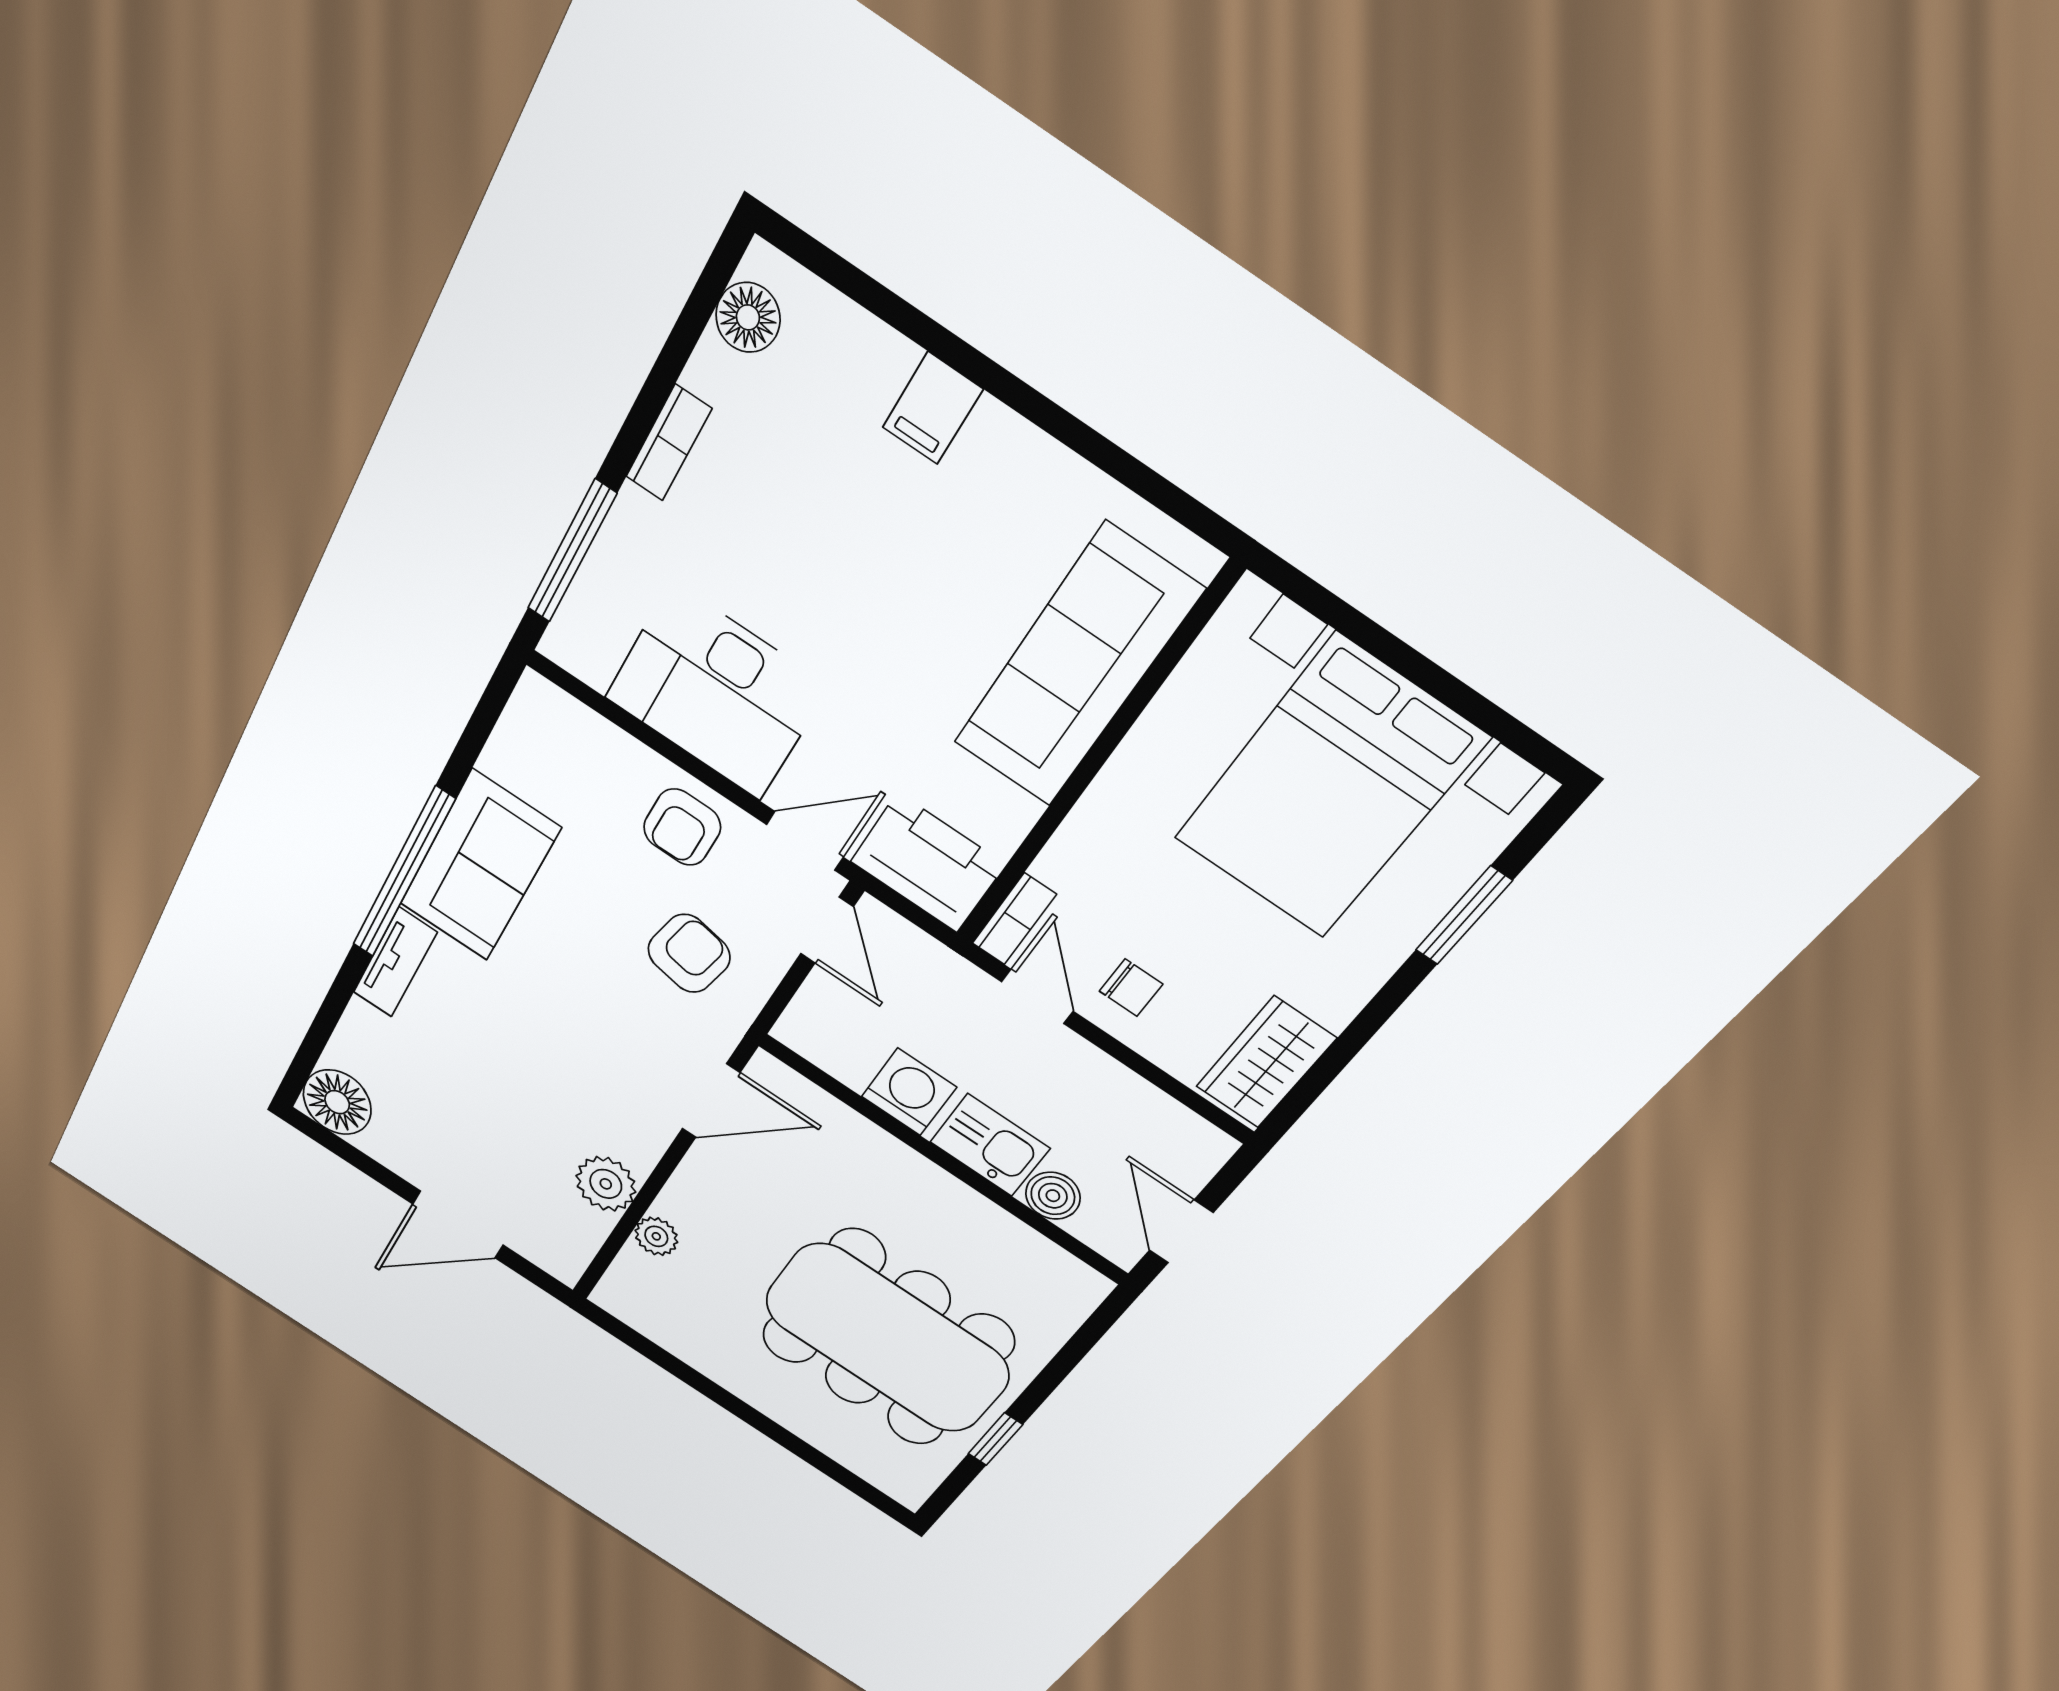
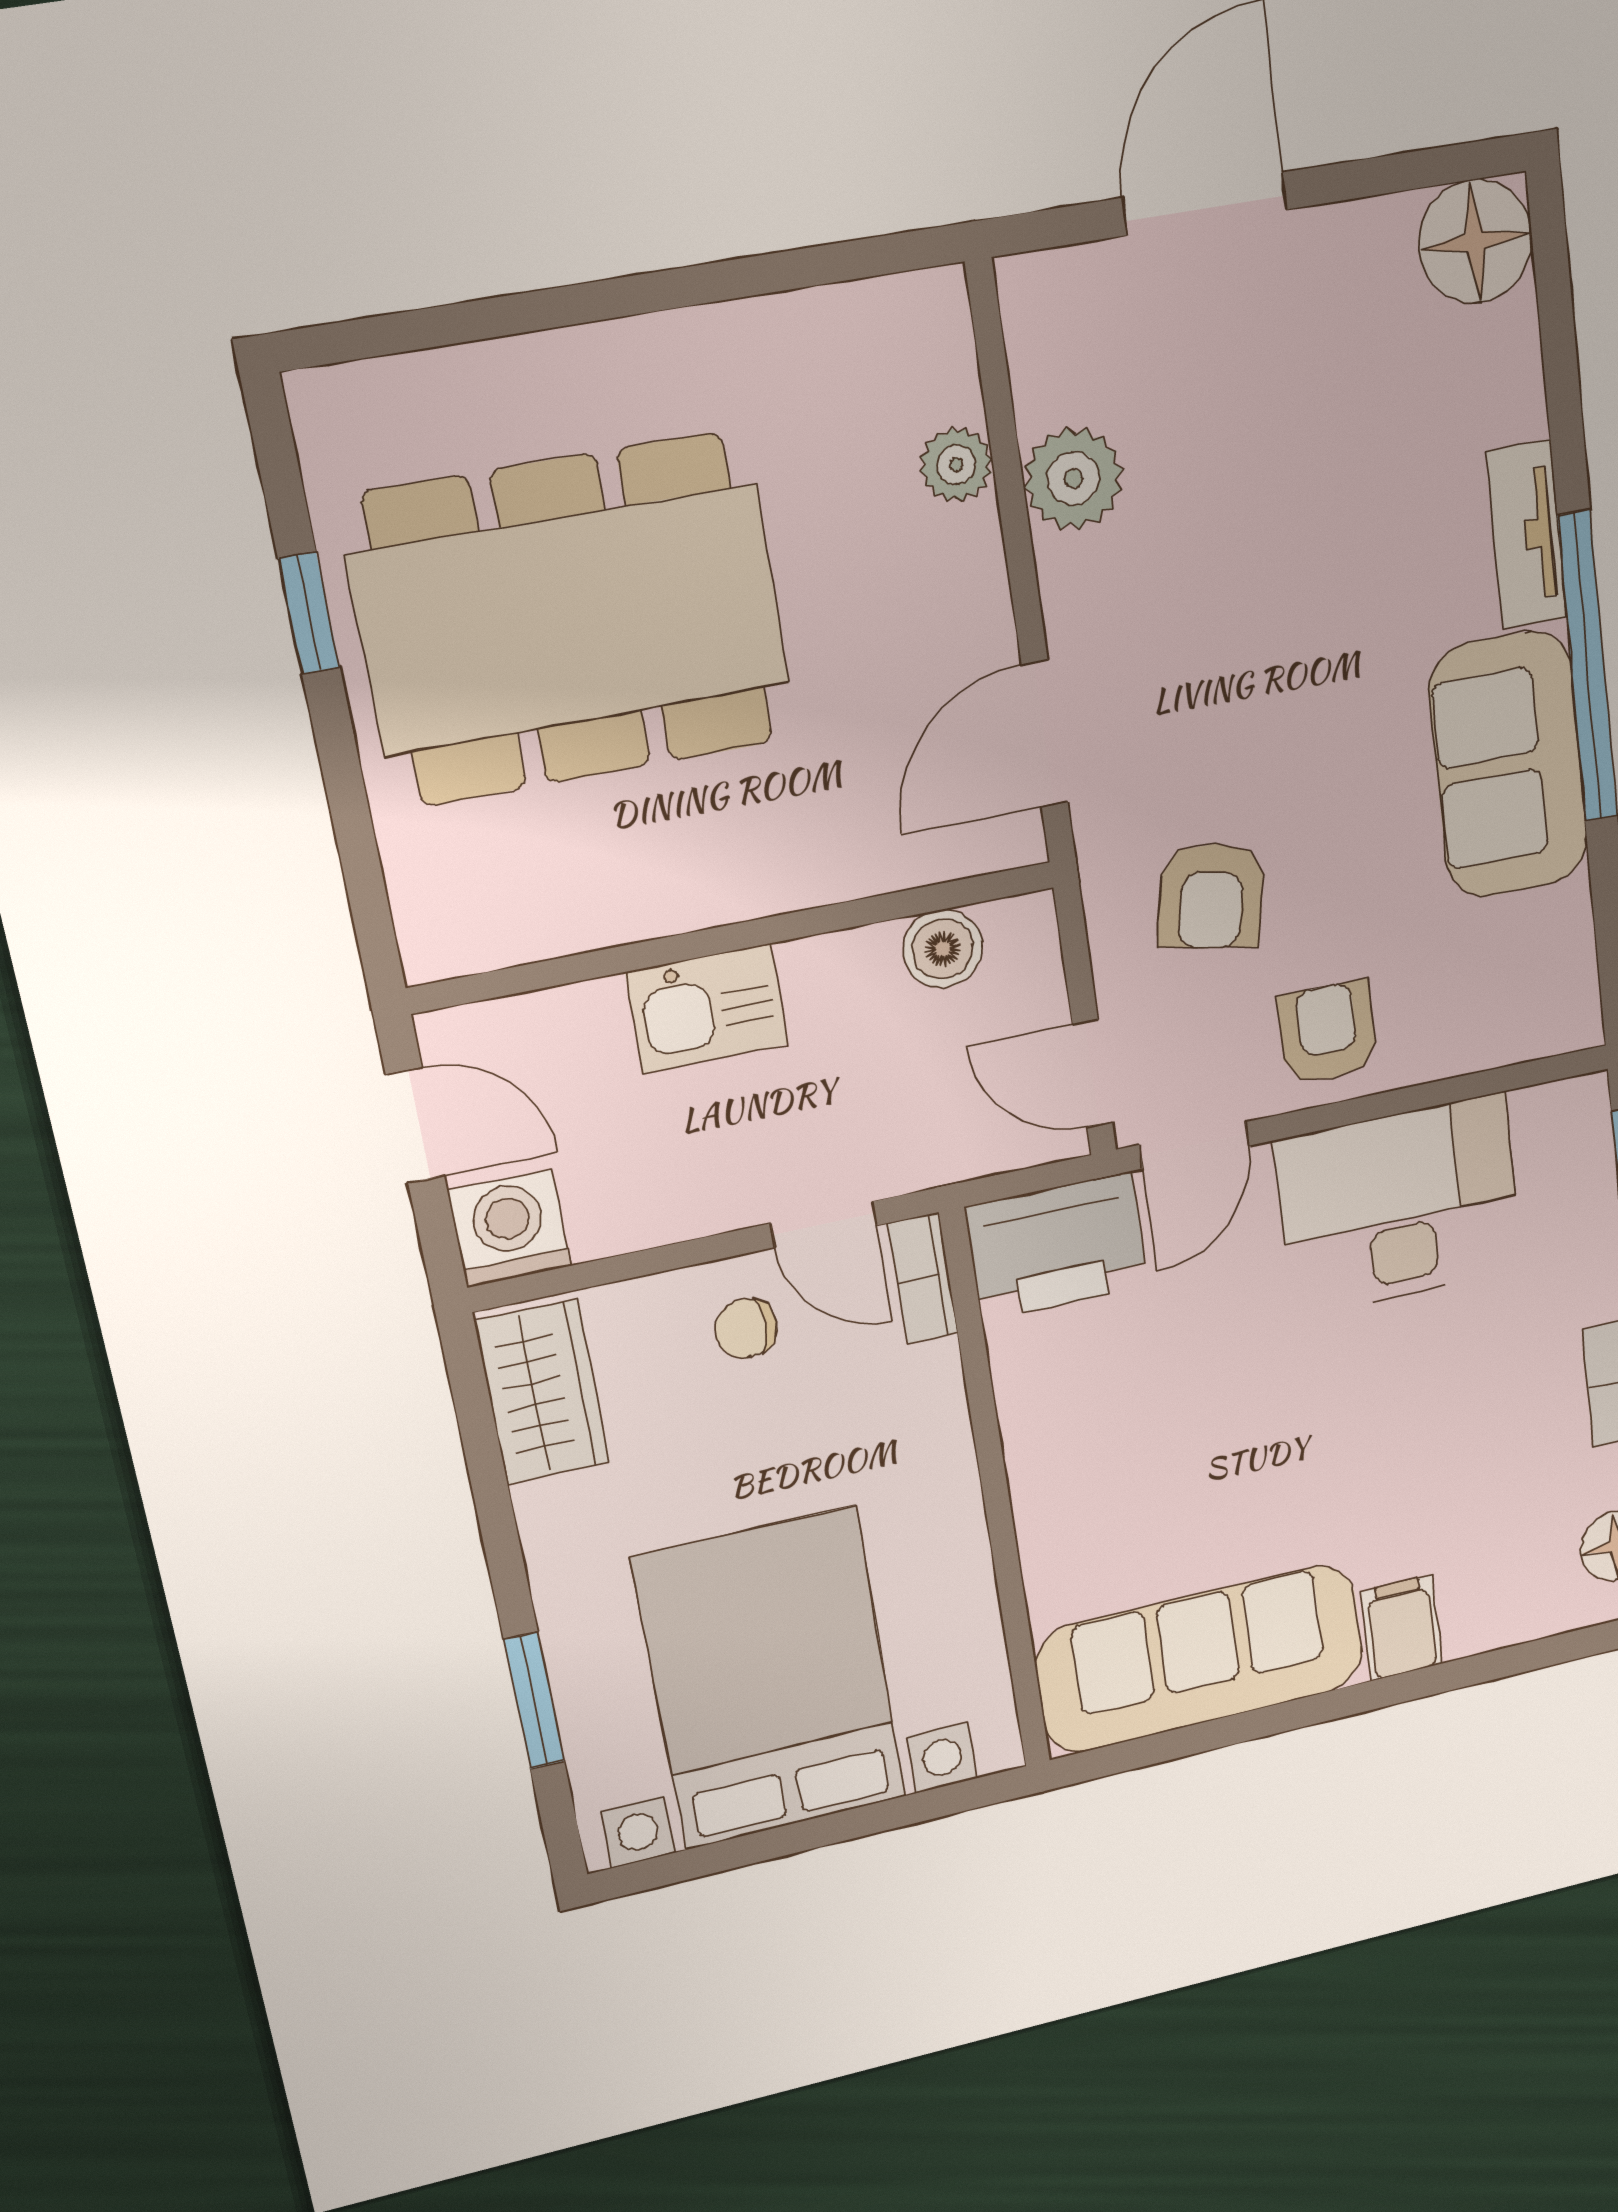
sofa: (1077, 667) -> (1200, 1659), moved, turned -90
washing machine: (909, 1092) -> (509, 1228), moved, turned 180
boiler: (1053, 1196) -> (943, 949), moved

